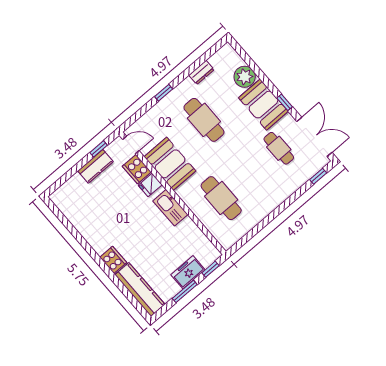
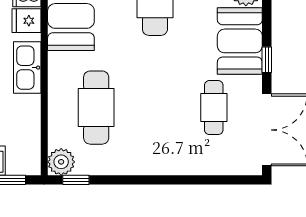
window: (318, 176) -> (76, 180), moved
plant: (227, 240) -> (61, 162), added

